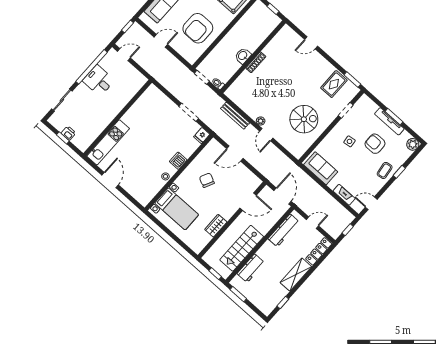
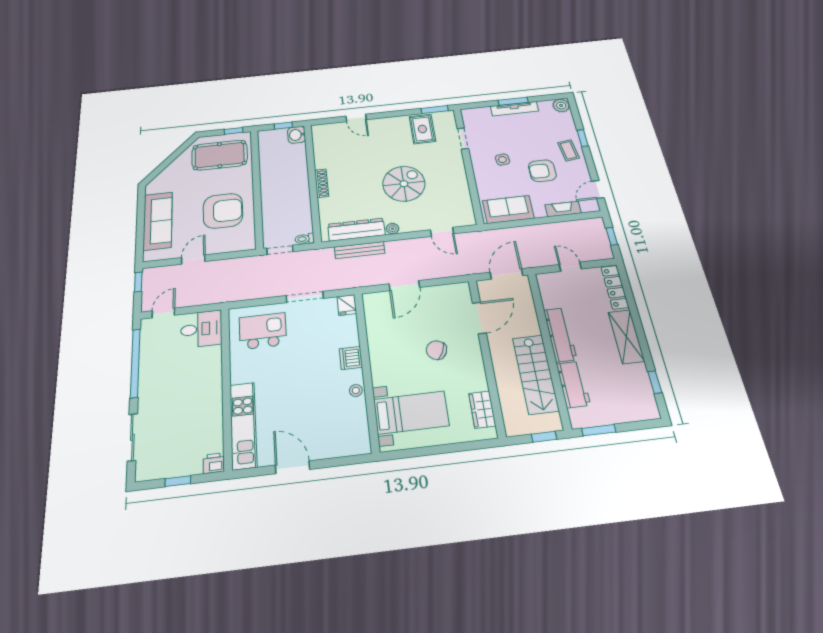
armchair: (198, 28) -> (223, 211), turned -90
door: (311, 43) -> (356, 118), hinge flipped
washbasin: (243, 56) -> (297, 135), moved
desk: (99, 81) -> (201, 329), moved, turned 180
dresser: (245, 104) -> (356, 230), added
kitchen island: (156, 109) -> (263, 331), added
spiral stairs: (304, 119) -> (404, 184), moved
printer: (68, 133) -> (214, 463), moved
door: (266, 135) -> (442, 232), moved
armchair: (375, 144) -> (542, 171), moved
chair: (207, 180) -> (436, 350), moved
door: (282, 196) -> (506, 274), hinge flipped
door: (313, 223) -> (570, 267), hinge flipped
wardrobe: (216, 226) -> (482, 410), moved
workbench: (284, 230) -> (560, 335), moved

